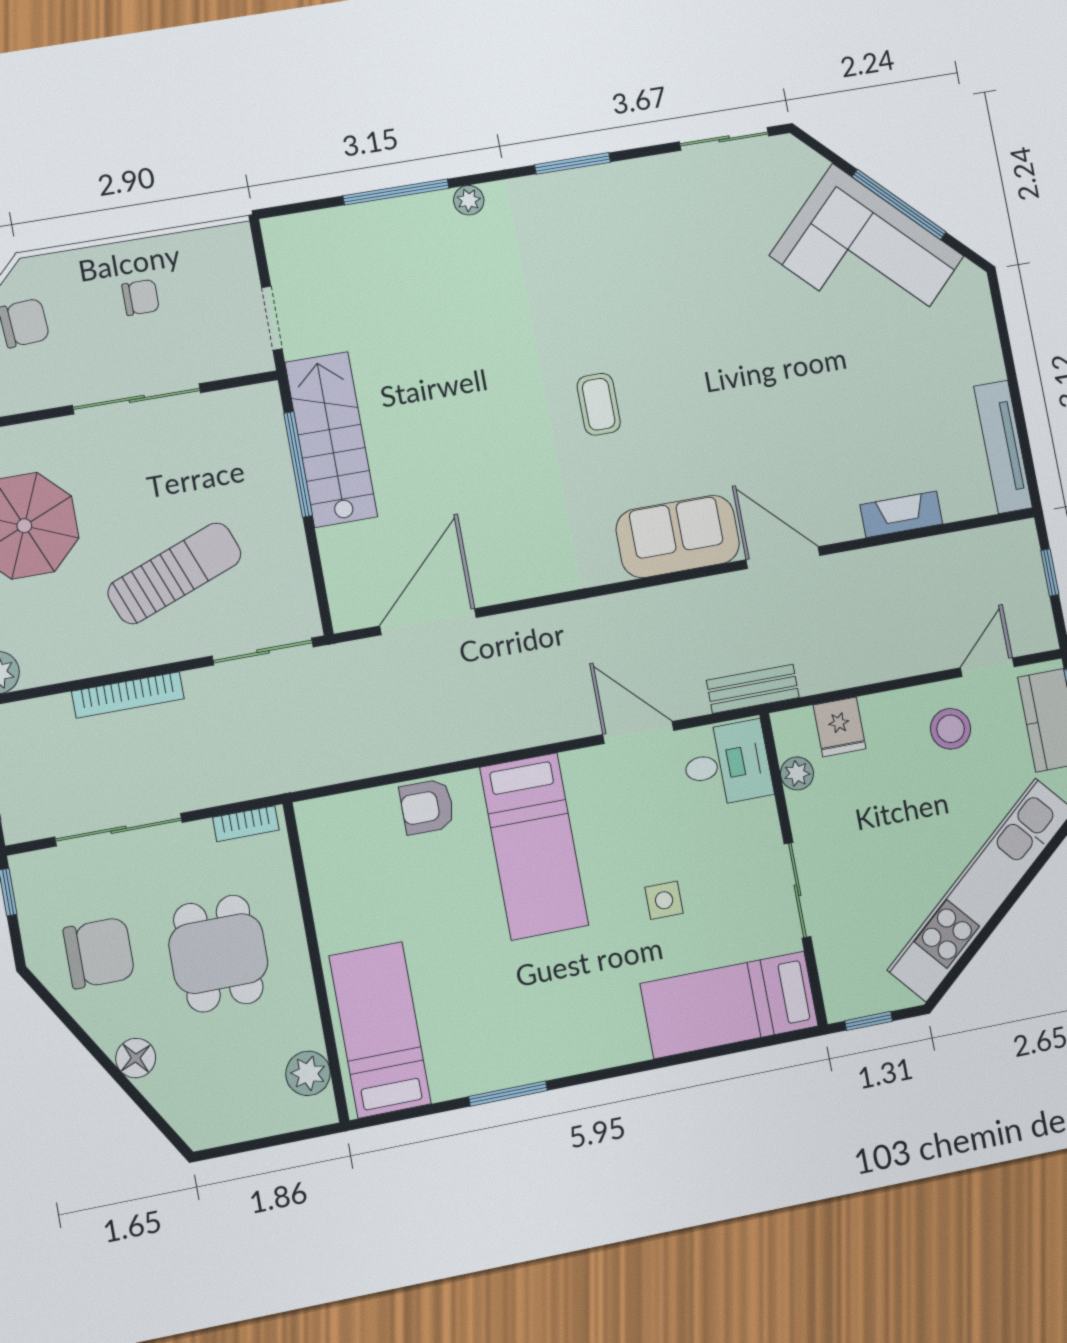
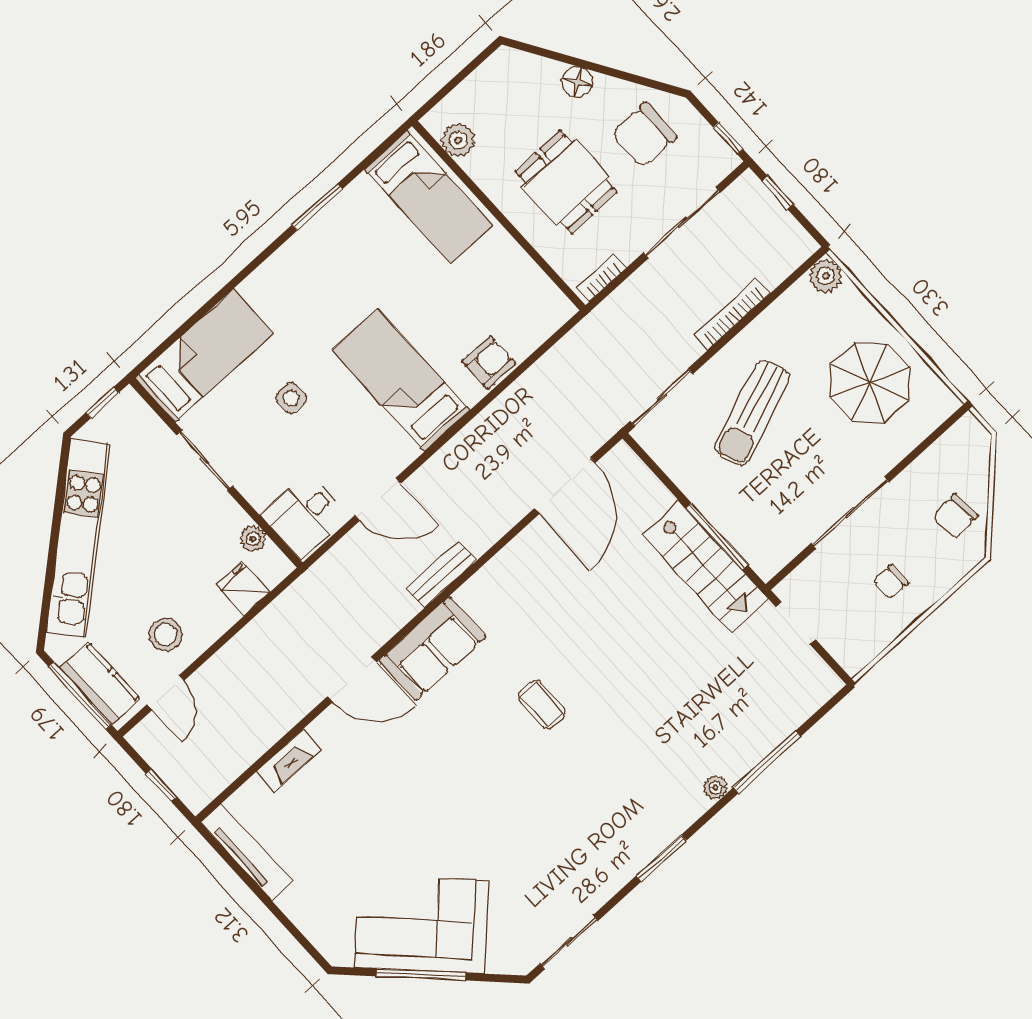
bench: (753, 689) -> (442, 574), moved

